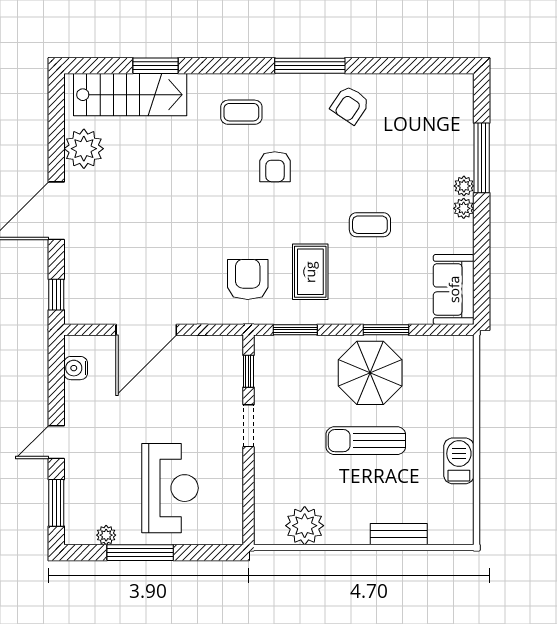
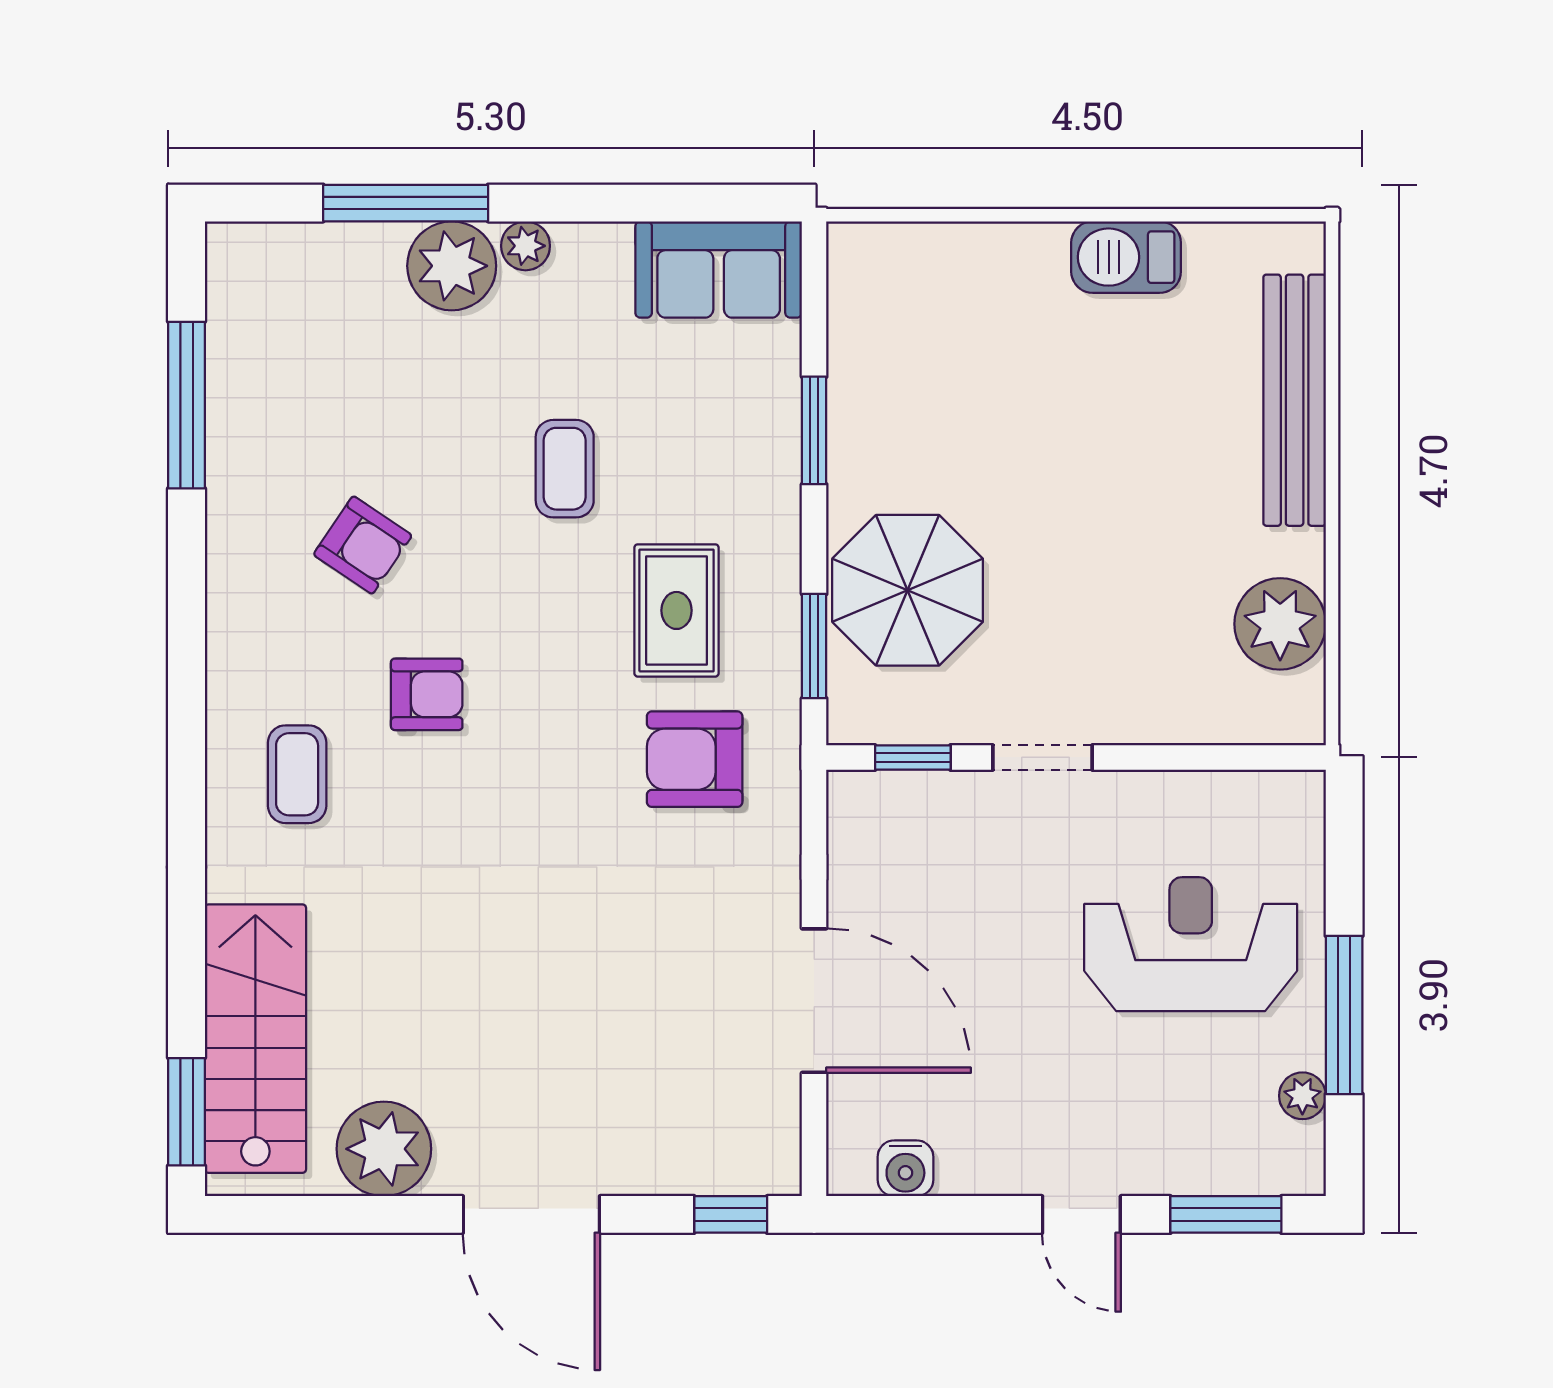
window: (155, 66) -> (187, 1112), moved
window: (310, 66) -> (187, 405), moved
armchair: (350, 105) -> (363, 545), moved
plant: (464, 186) -> (452, 266), width x1.87, depth x1.87
rug: (310, 272) -> (677, 610), turned 90
parasol: (370, 373) -> (908, 590), moved
sun lounger: (366, 441) -> (1078, 479), removed
bench: (399, 534) -> (1295, 400), width x1.86, depth x1.21

